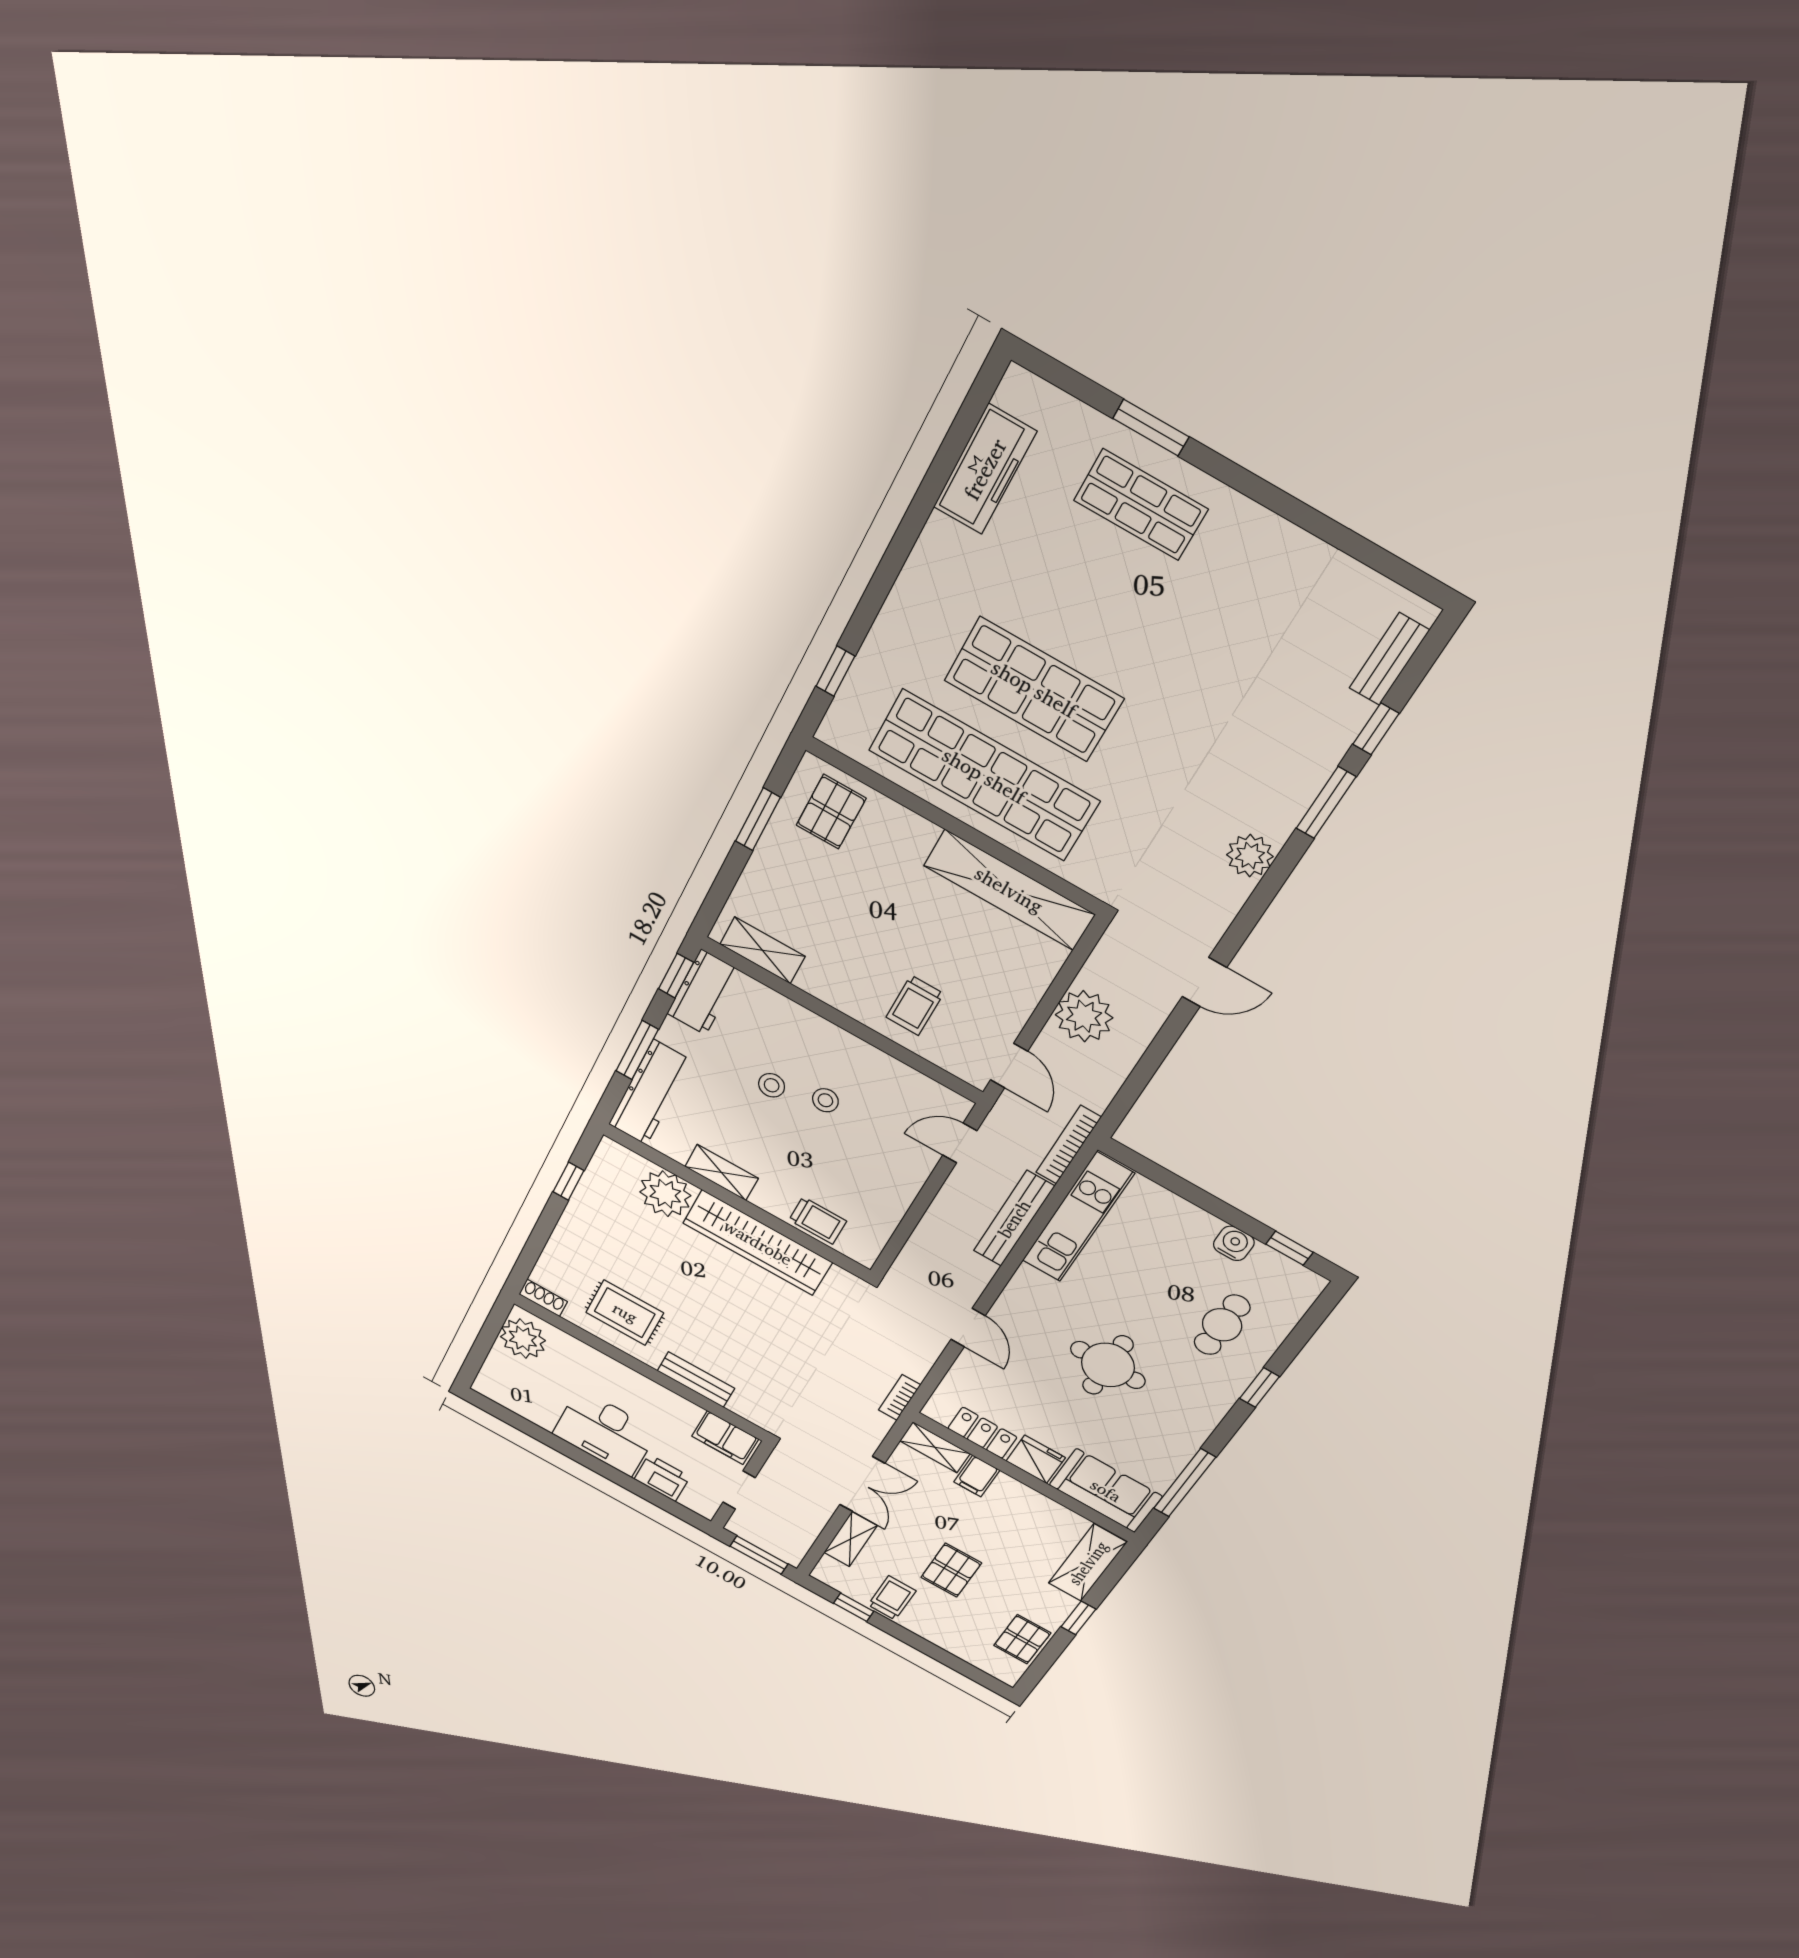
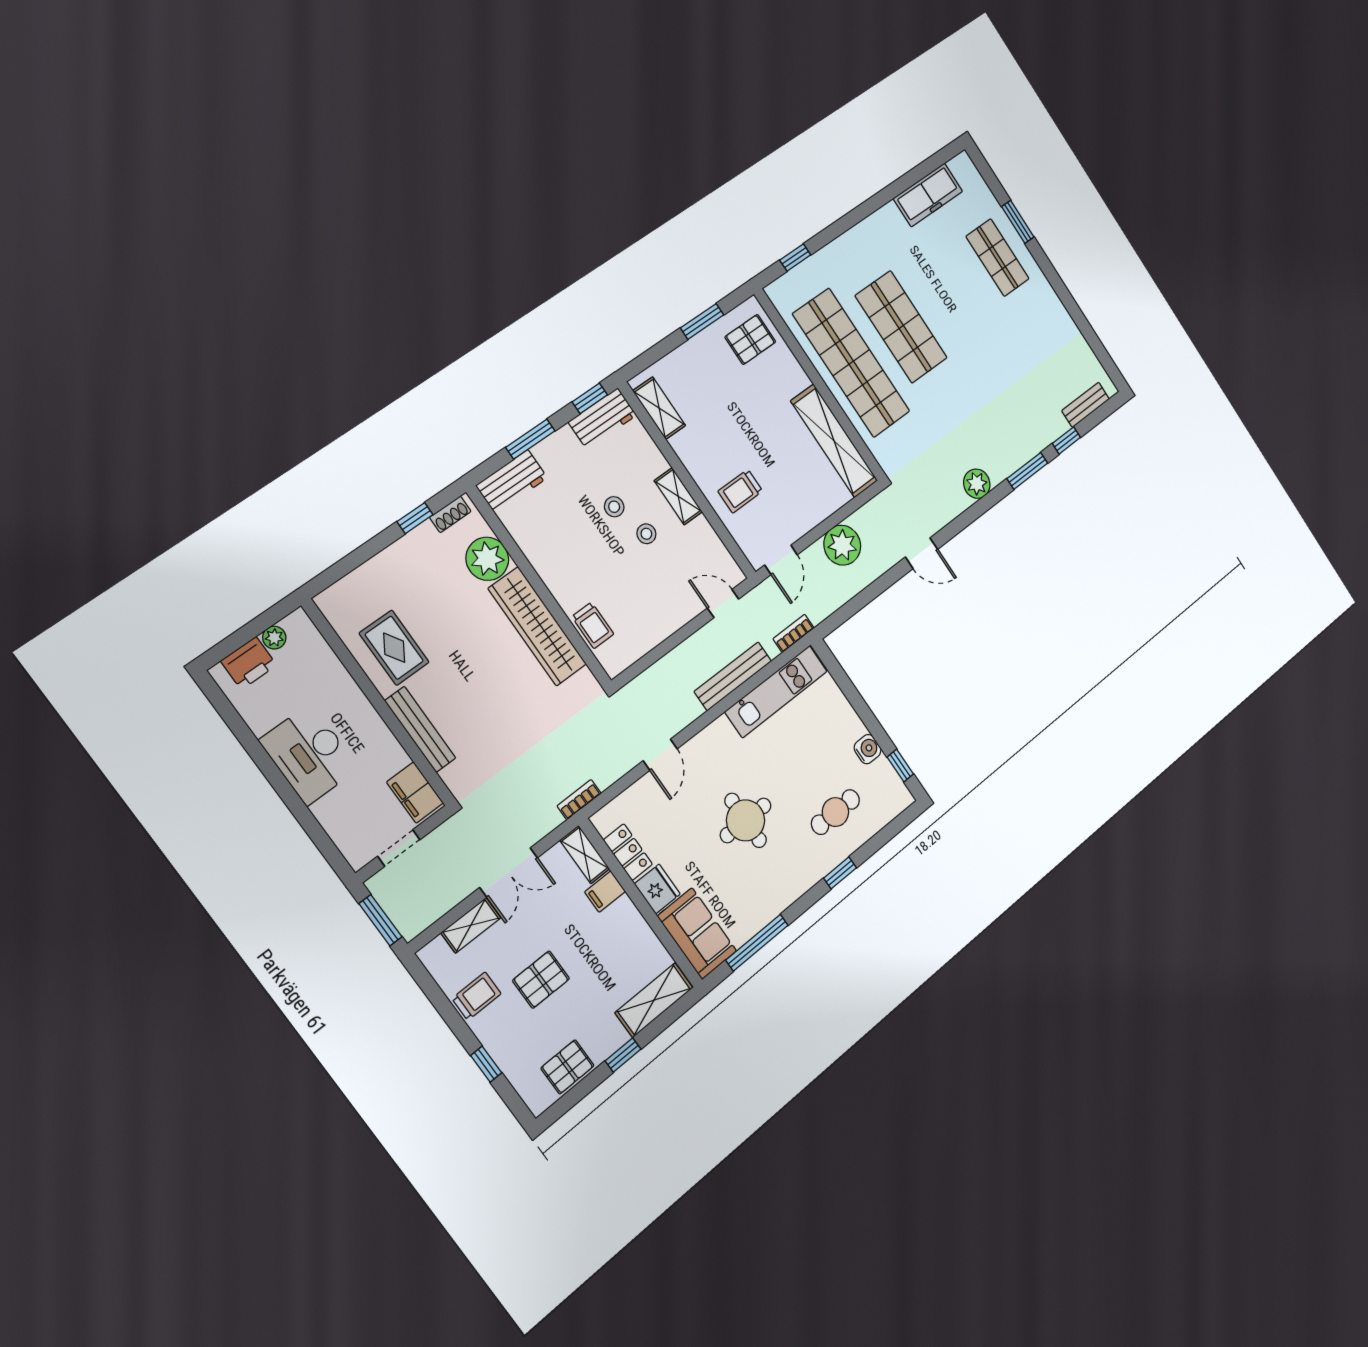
workbench: (650, 1093) -> (512, 482), width x0.73
bookcase: (1068, 1145) -> (794, 633), width x0.64
shelving: (722, 1172) -> (678, 496), moved
shoe rack: (543, 1298) -> (450, 514), moved, turned 90
plant: (523, 1339) -> (274, 638), width x0.53, depth x0.53
bench: (696, 1380) -> (420, 729), width x1.36
printer: (662, 1478) -> (249, 663), moved, turned 90
window: (854, 1607) -> (486, 1064), moved

